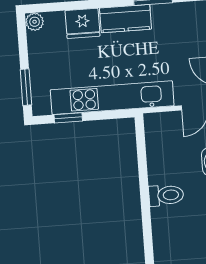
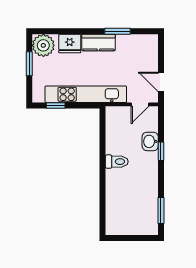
plant: (35, 22) -> (43, 45), width x1.88, depth x1.88
window: (26, 87) -> (29, 64), moved

